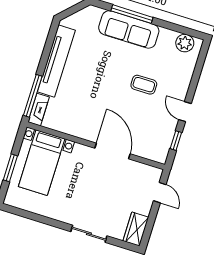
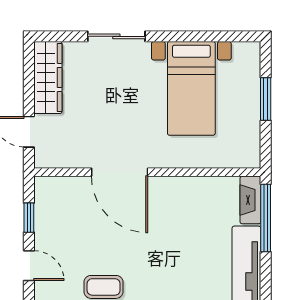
bed with nightstands: (42, 163) -> (191, 88), moved, turned 180
wardrobe: (136, 229) -> (48, 77), width x1.50

